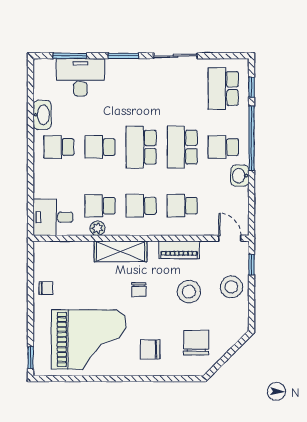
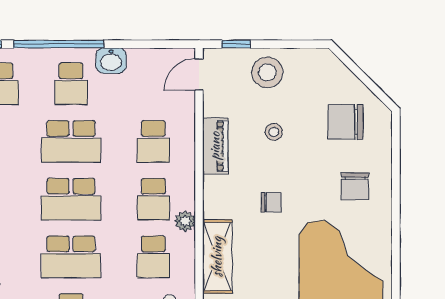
school desk: (100, 147) -> (71, 257), width x1.85
plant: (98, 228) -> (185, 221), moved
shelving: (121, 251) -> (217, 257), moved
stool: (189, 292) -> (274, 132), width x0.53, depth x0.53

